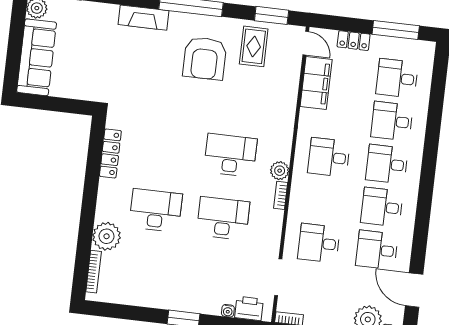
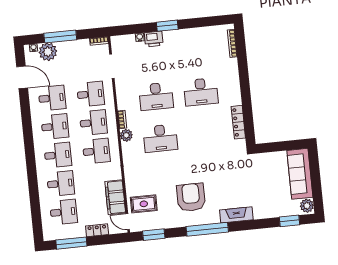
rug: (254, 46) -> (144, 204), moved, turned 90
desk: (324, 200) -> (93, 123), added
plant: (107, 236) -> (229, 68), removed
printer: (249, 308) -> (154, 39), moved

